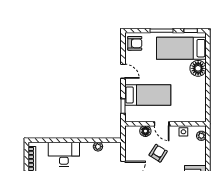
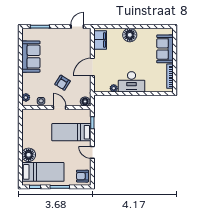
floor lamp: (145, 131) -> (85, 101), moved
desk: (64, 154) -> (132, 82), moved

